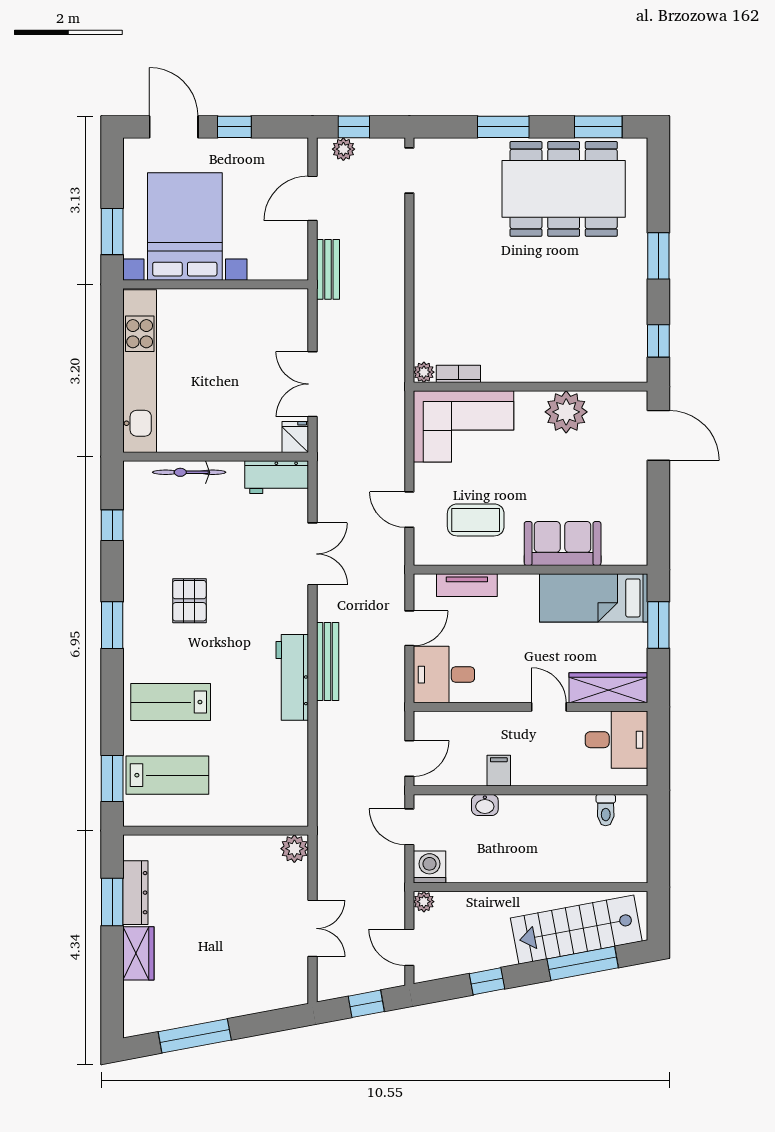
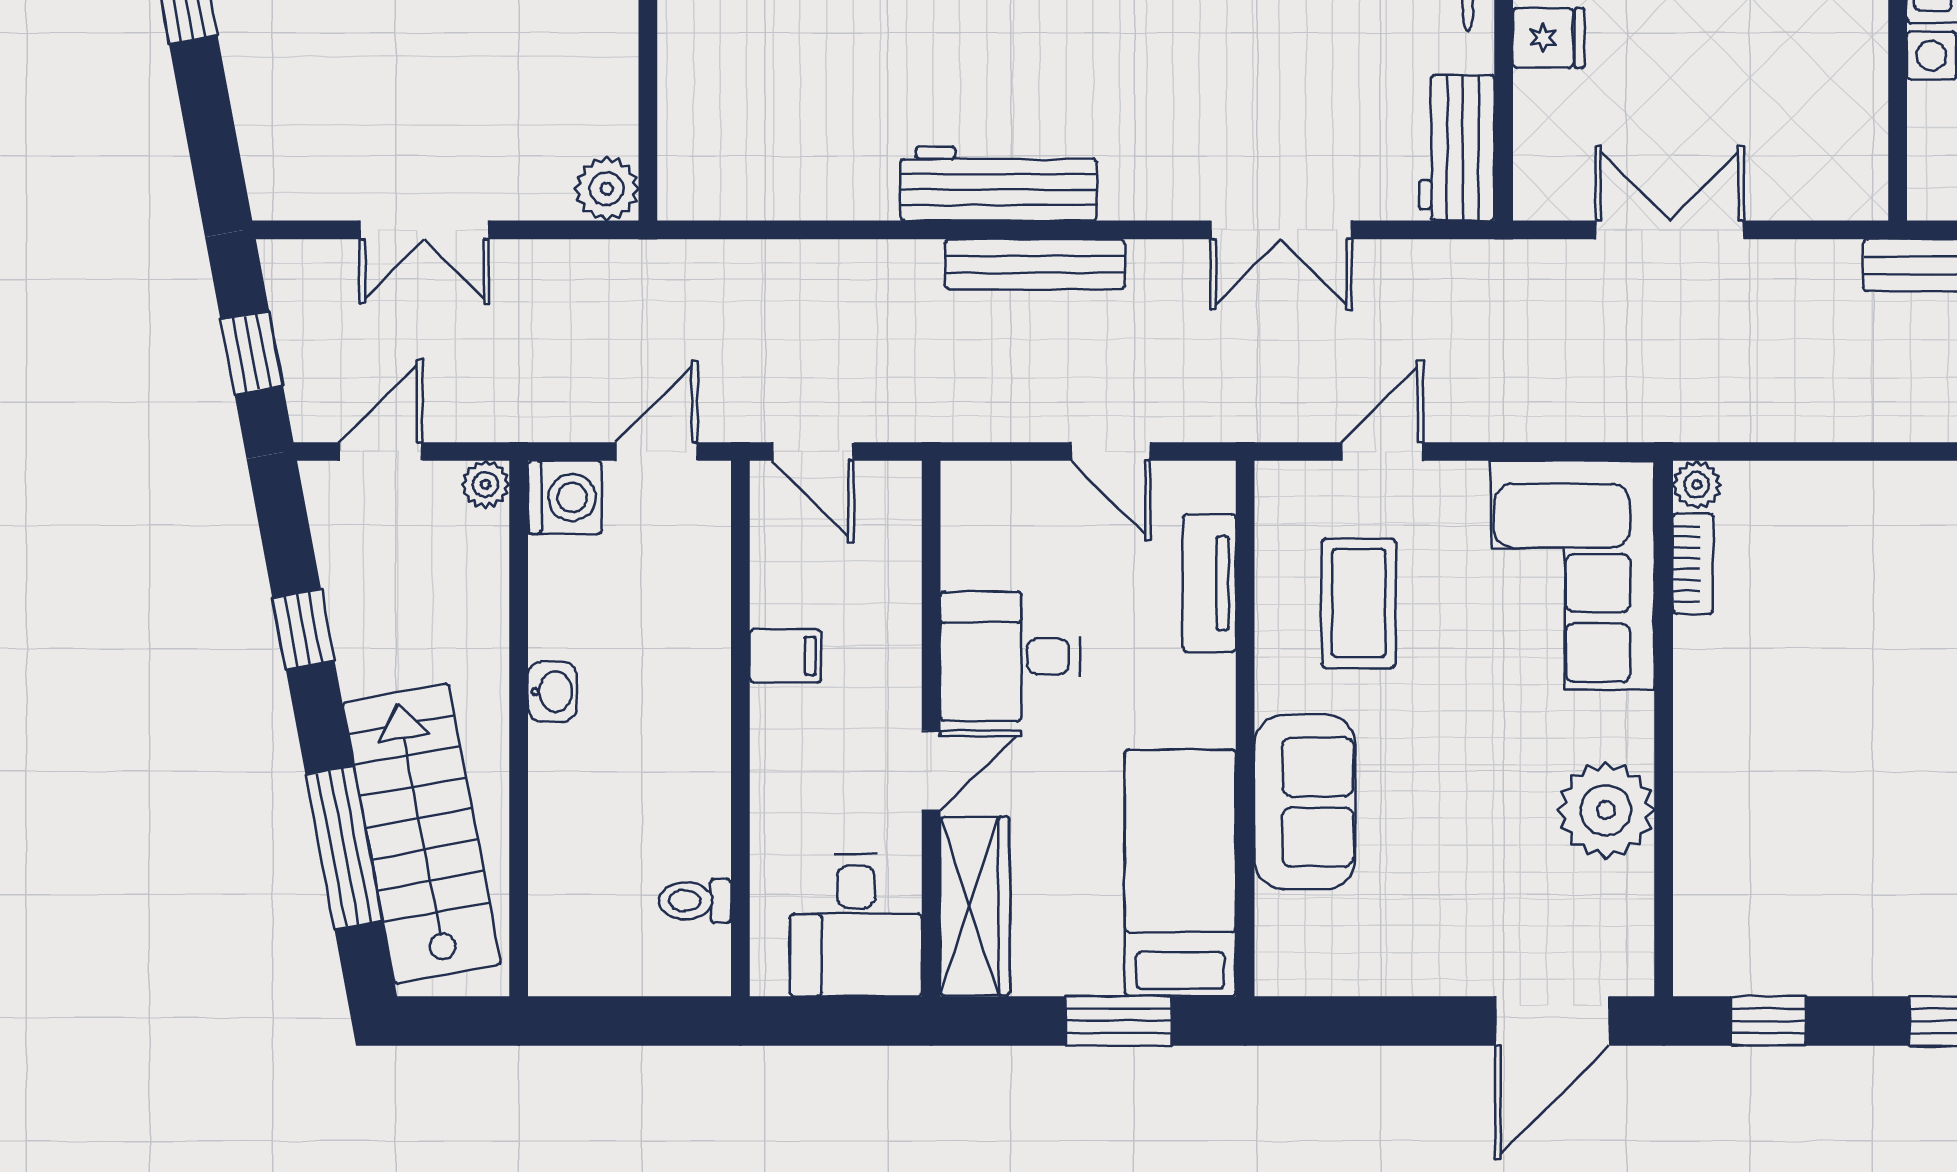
fridge: (295, 437) -> (1549, 38), moved
desk: (444, 675) -> (1010, 656), moved, turned -90
washbasin: (485, 805) -> (552, 692), moved, turned 180

